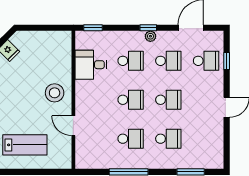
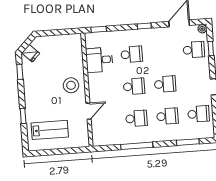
plant: (150, 36) -> (202, 29), moved
school desk: (168, 61) -> (198, 114), moved
door: (73, 126) -> (88, 111), swing flipped

